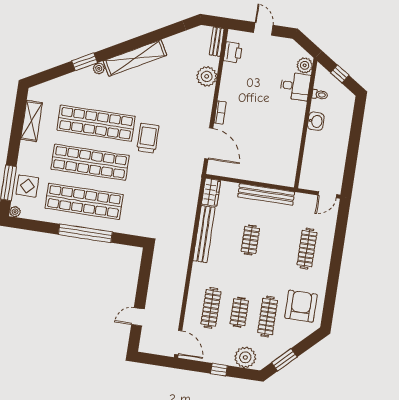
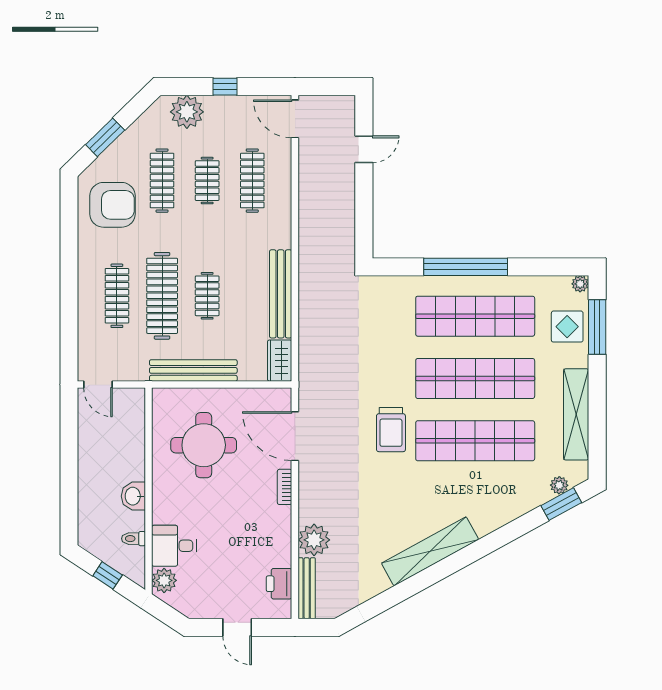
bench: (217, 42) -> (307, 588), width x1.36
window: (84, 62) -> (561, 504), moved
plant: (99, 68) -> (559, 485), moved
shelving: (31, 121) -> (576, 414), width x1.47
round table: (267, 146) -> (204, 445), added
door: (327, 195) -> (98, 385), swing flipped
clothes rail: (279, 244) -> (162, 296), added
armchair: (301, 306) -> (113, 205), turned -90
window: (284, 360) -> (105, 137), moved

